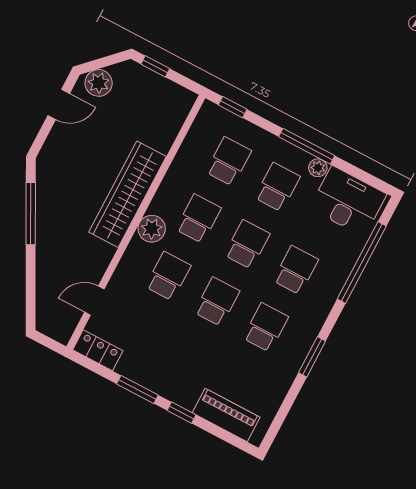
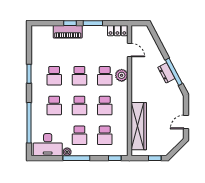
plant: (99, 83) -> (174, 139), removed
wardrobe: (128, 194) -> (139, 126), moved
dresser: (47, 219) -> (166, 73), added
plant: (152, 229) -> (122, 75), moved
door: (94, 301) -> (129, 50), hinge flipped
piano: (226, 415) -> (68, 32), moved

